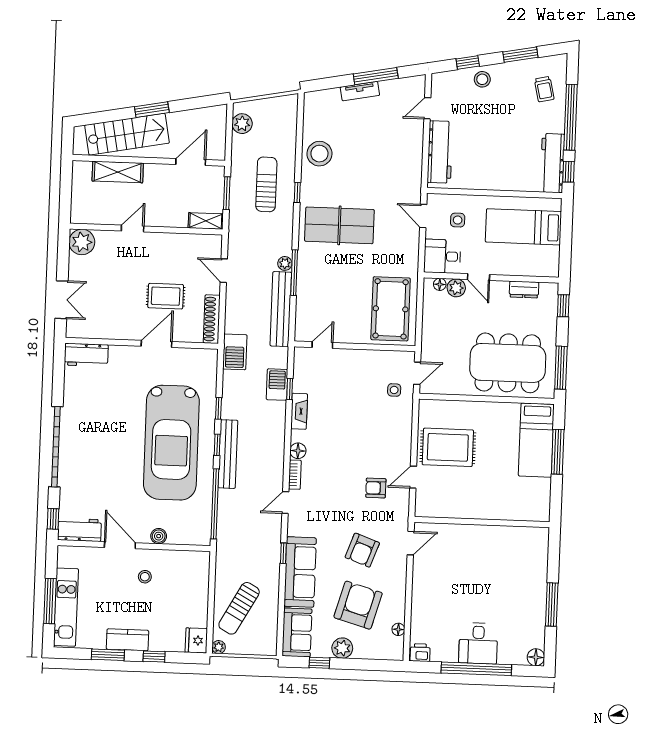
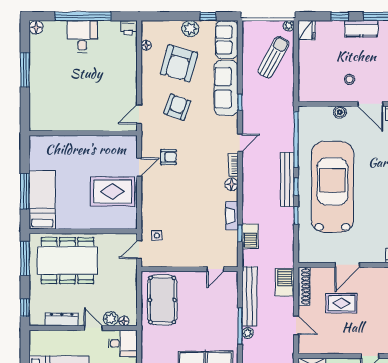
dresser: (524, 290) -> (62, 319), width x1.44
barbecue: (235, 352) -> (285, 282), moved

